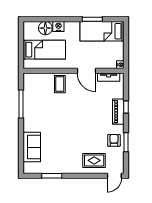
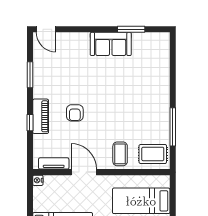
armchair: (114, 140) -> (75, 113), moved
sofa: (32, 147) -> (111, 44), moved, turned -90
rug: (94, 160) -> (153, 154), moved
door: (114, 176) -> (46, 29), swing flipped

